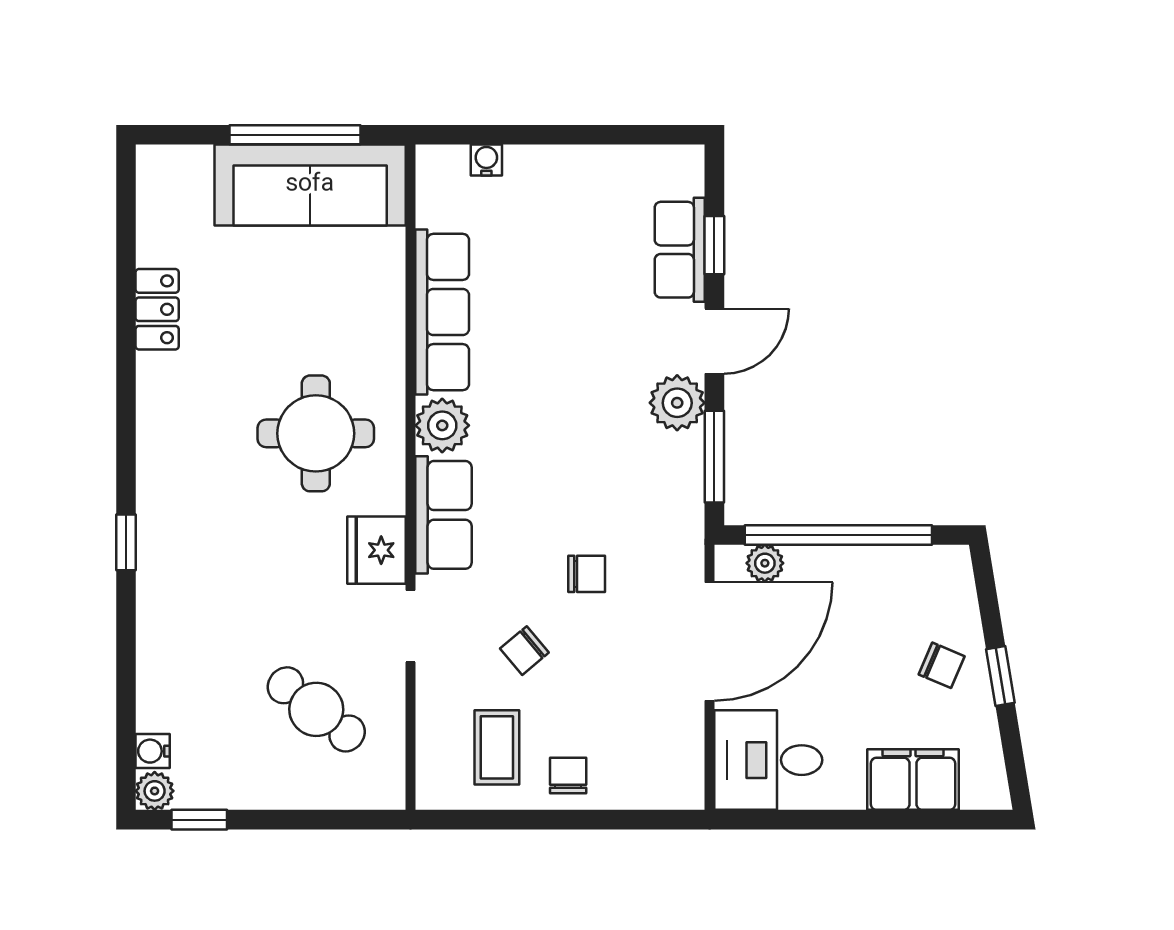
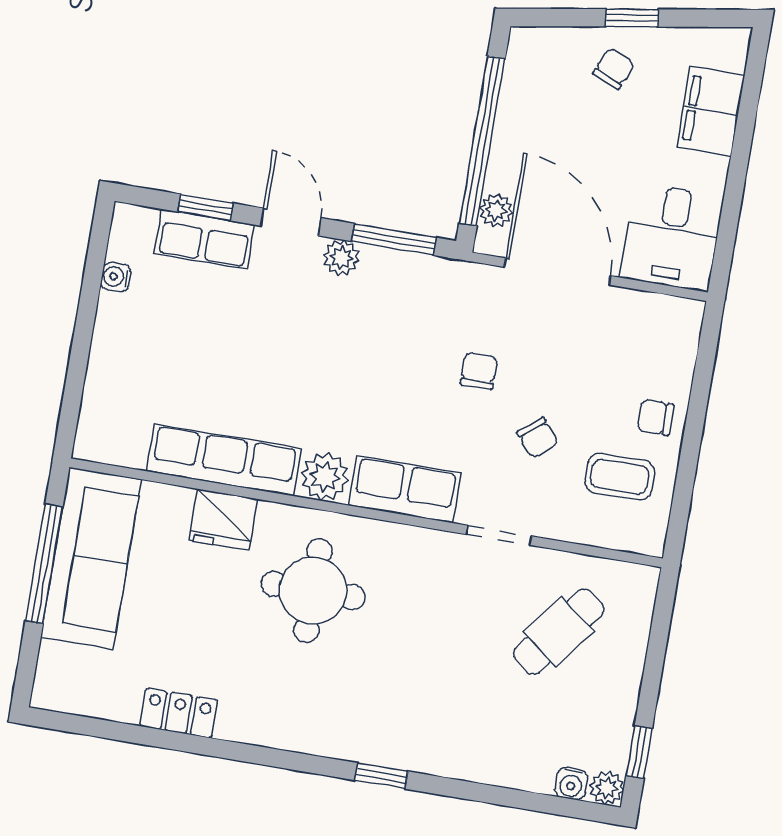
water cooler: (486, 160) -> (116, 277), moved
plant: (677, 403) -> (341, 258), width x0.73, depth x0.73
fridge: (377, 550) -> (223, 520), moved

